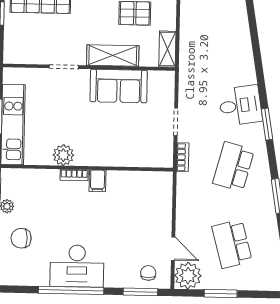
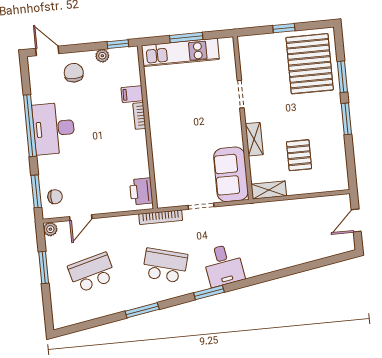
shelving: (113, 56) -> (254, 139), width x0.67, depth x0.75
sofa: (119, 86) -> (231, 174), moved
plant: (63, 155) -> (157, 103), removed
bookcase: (183, 157) -> (161, 217), width x1.56
filing cabinet: (97, 181) -> (132, 94), moved
printer: (153, 182) -> (141, 191), added
plant: (188, 276) -> (50, 229), width x0.53, depth x0.53

